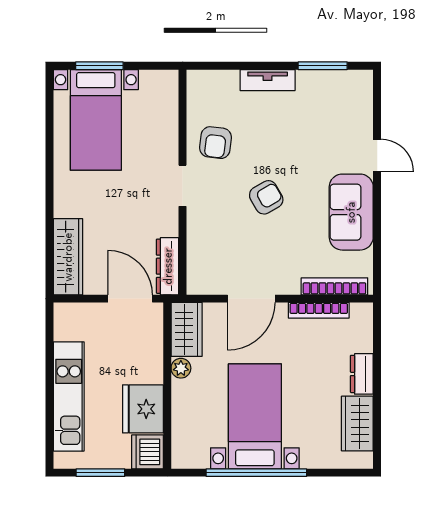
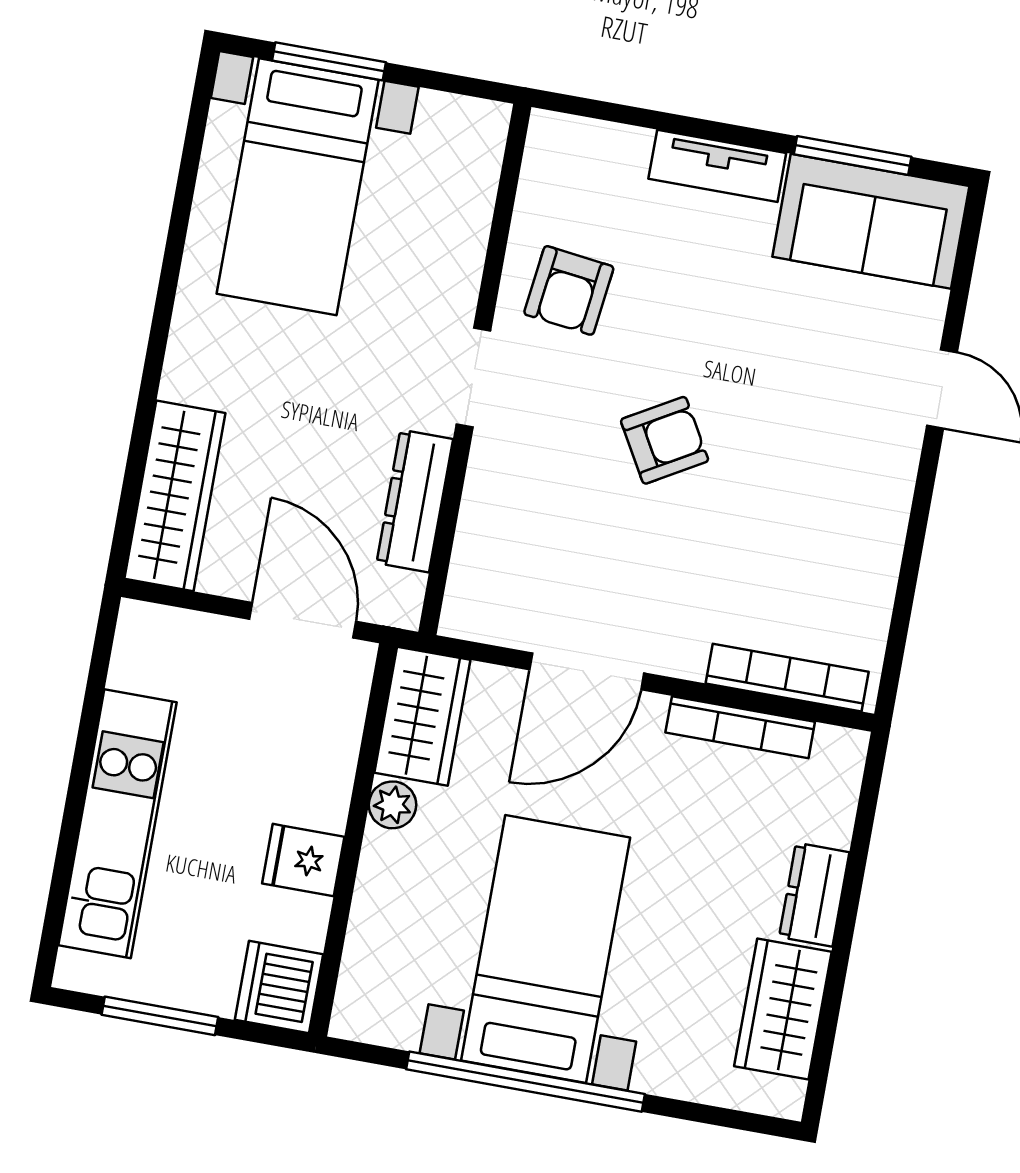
sofa: (351, 212) -> (871, 221), moved, turned -90
dresser: (168, 266) -> (415, 501), moved
fridge: (143, 409) -> (303, 860), width x0.53, depth x0.75

